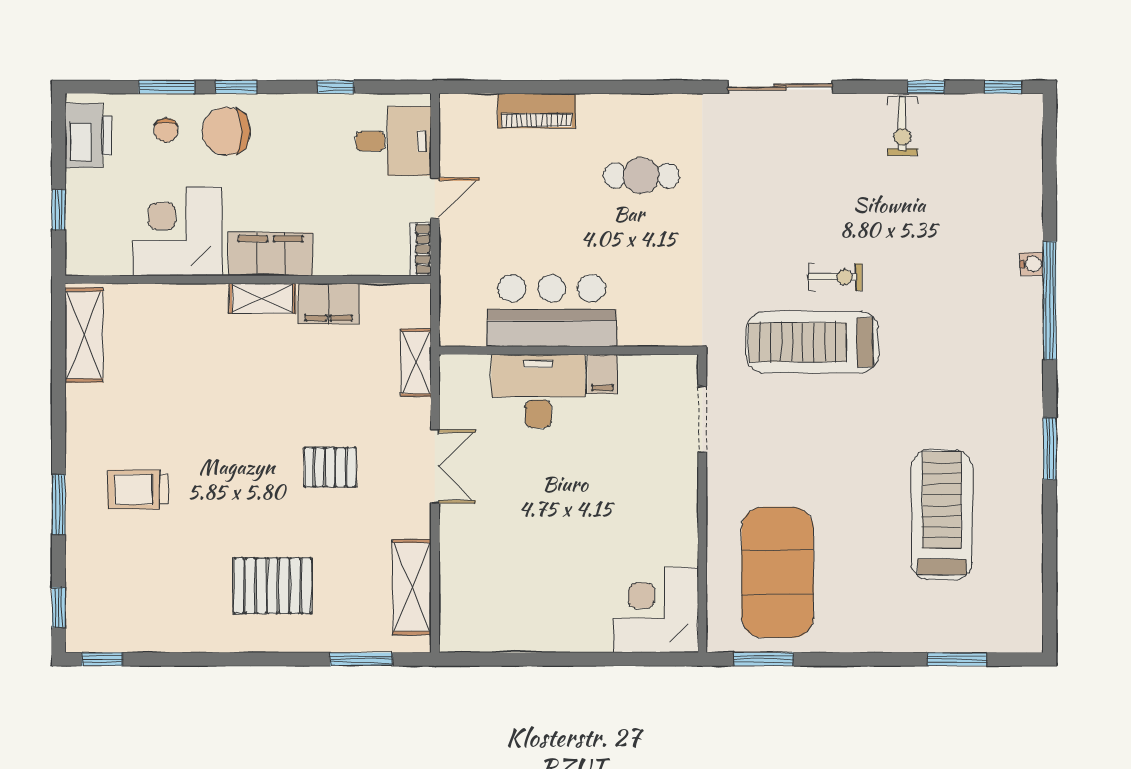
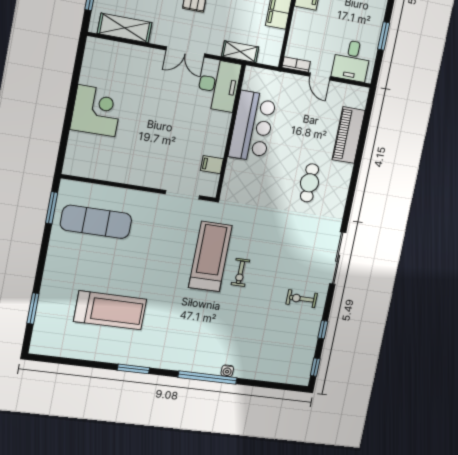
window: (336, 87) -> (384, 36), width x1.50
piano: (537, 111) -> (349, 135), width x1.37, depth x1.33
exercise bike: (902, 126) -> (302, 299), moved
filing cabinet: (602, 374) -> (212, 165), moved
desk: (538, 391) -> (219, 85), moved
exercise mat: (778, 572) -> (96, 222), width x0.68
corner desk: (656, 610) -> (96, 111), moved

